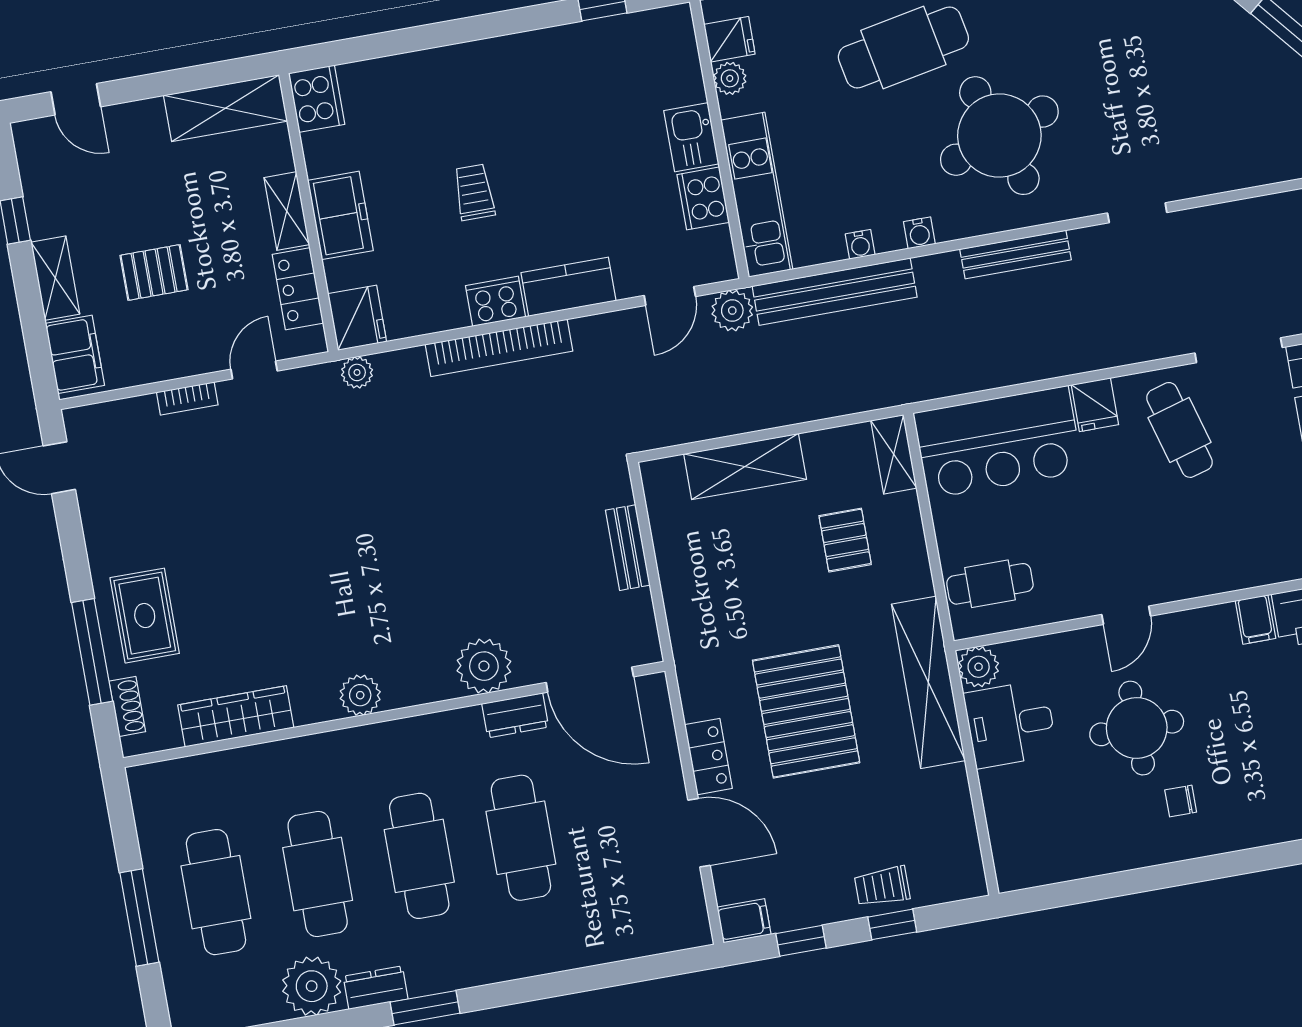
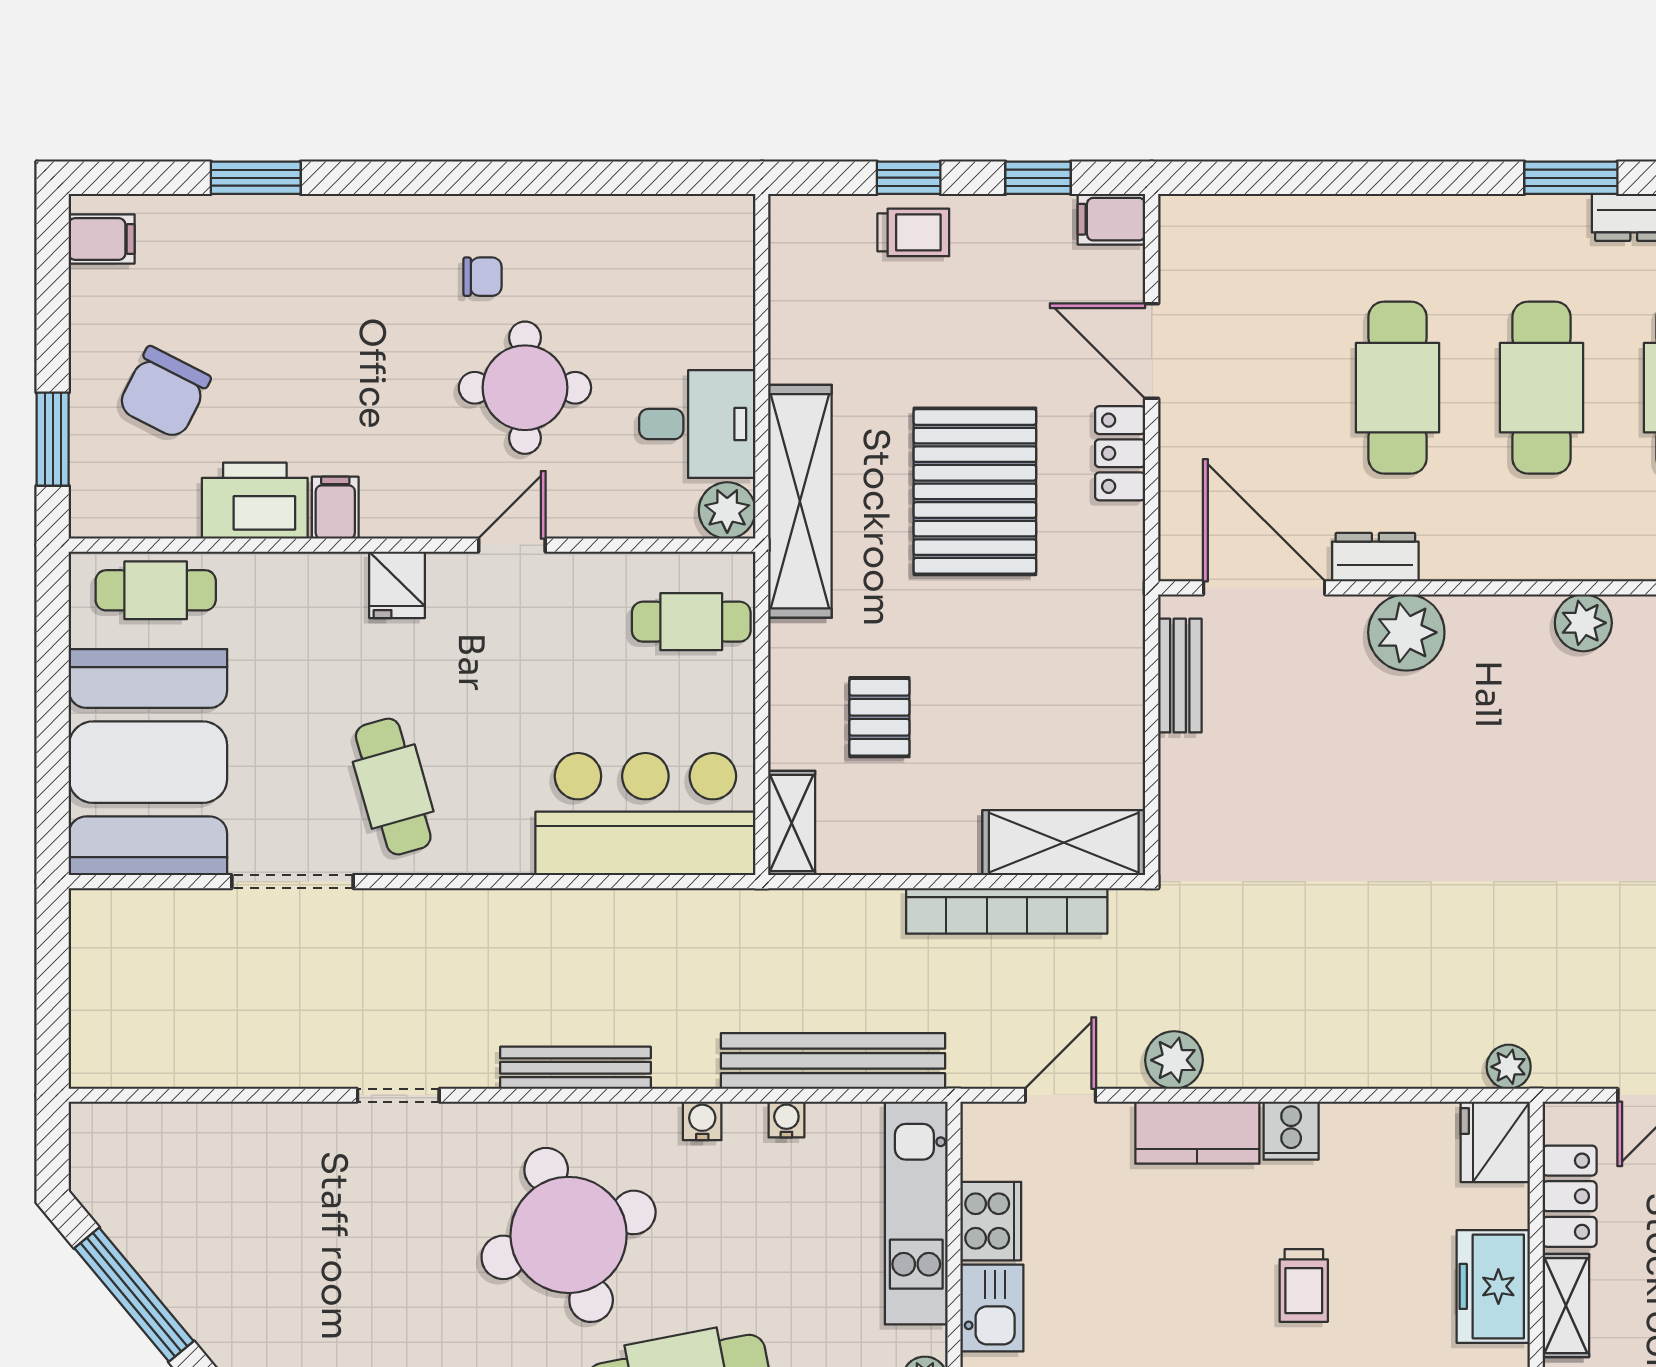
cooker: (496, 301) -> (1291, 1131), width x0.73
plant: (732, 311) -> (1174, 1060), moved
bookcase: (499, 348) -> (1007, 911), moved, turned 180
fridge: (1095, 405) -> (397, 585), moved, turned 180
shelving: (745, 467) -> (1064, 843), moved
bench: (628, 548) -> (1180, 676), moved

